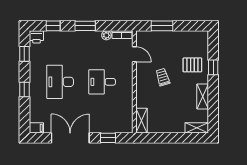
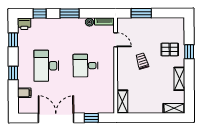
filing cabinet: (36, 128) -> (24, 93), moved

